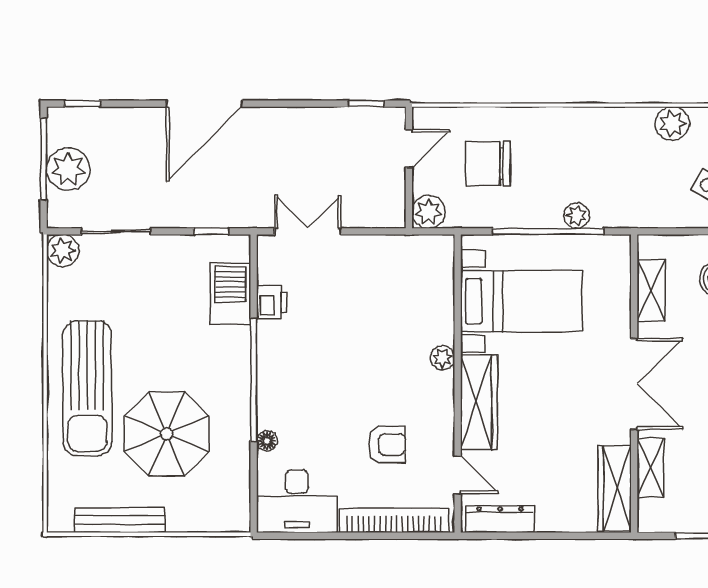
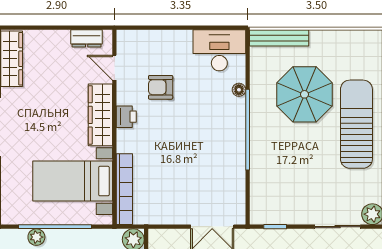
barbecue: (230, 294) -> (263, 186), removed
printer: (272, 302) -> (126, 117), moved, turned 180
plant: (443, 358) -> (124, 144), removed
dresser: (500, 519) -> (87, 38), width x0.70
bench: (120, 520) -> (279, 38), moved
bookcase: (394, 520) -> (124, 189), moved, turned -90

